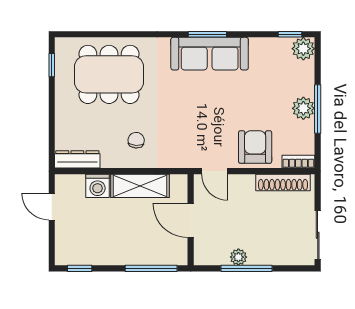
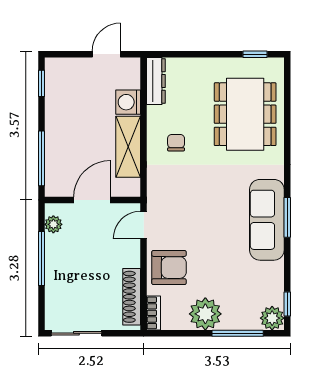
plant: (303, 108) -> (205, 314), width x1.36, depth x1.36
window: (318, 109) -> (238, 333), moved
chair: (136, 140) -> (176, 143), turned -94
plant: (238, 257) -> (53, 224), moved

